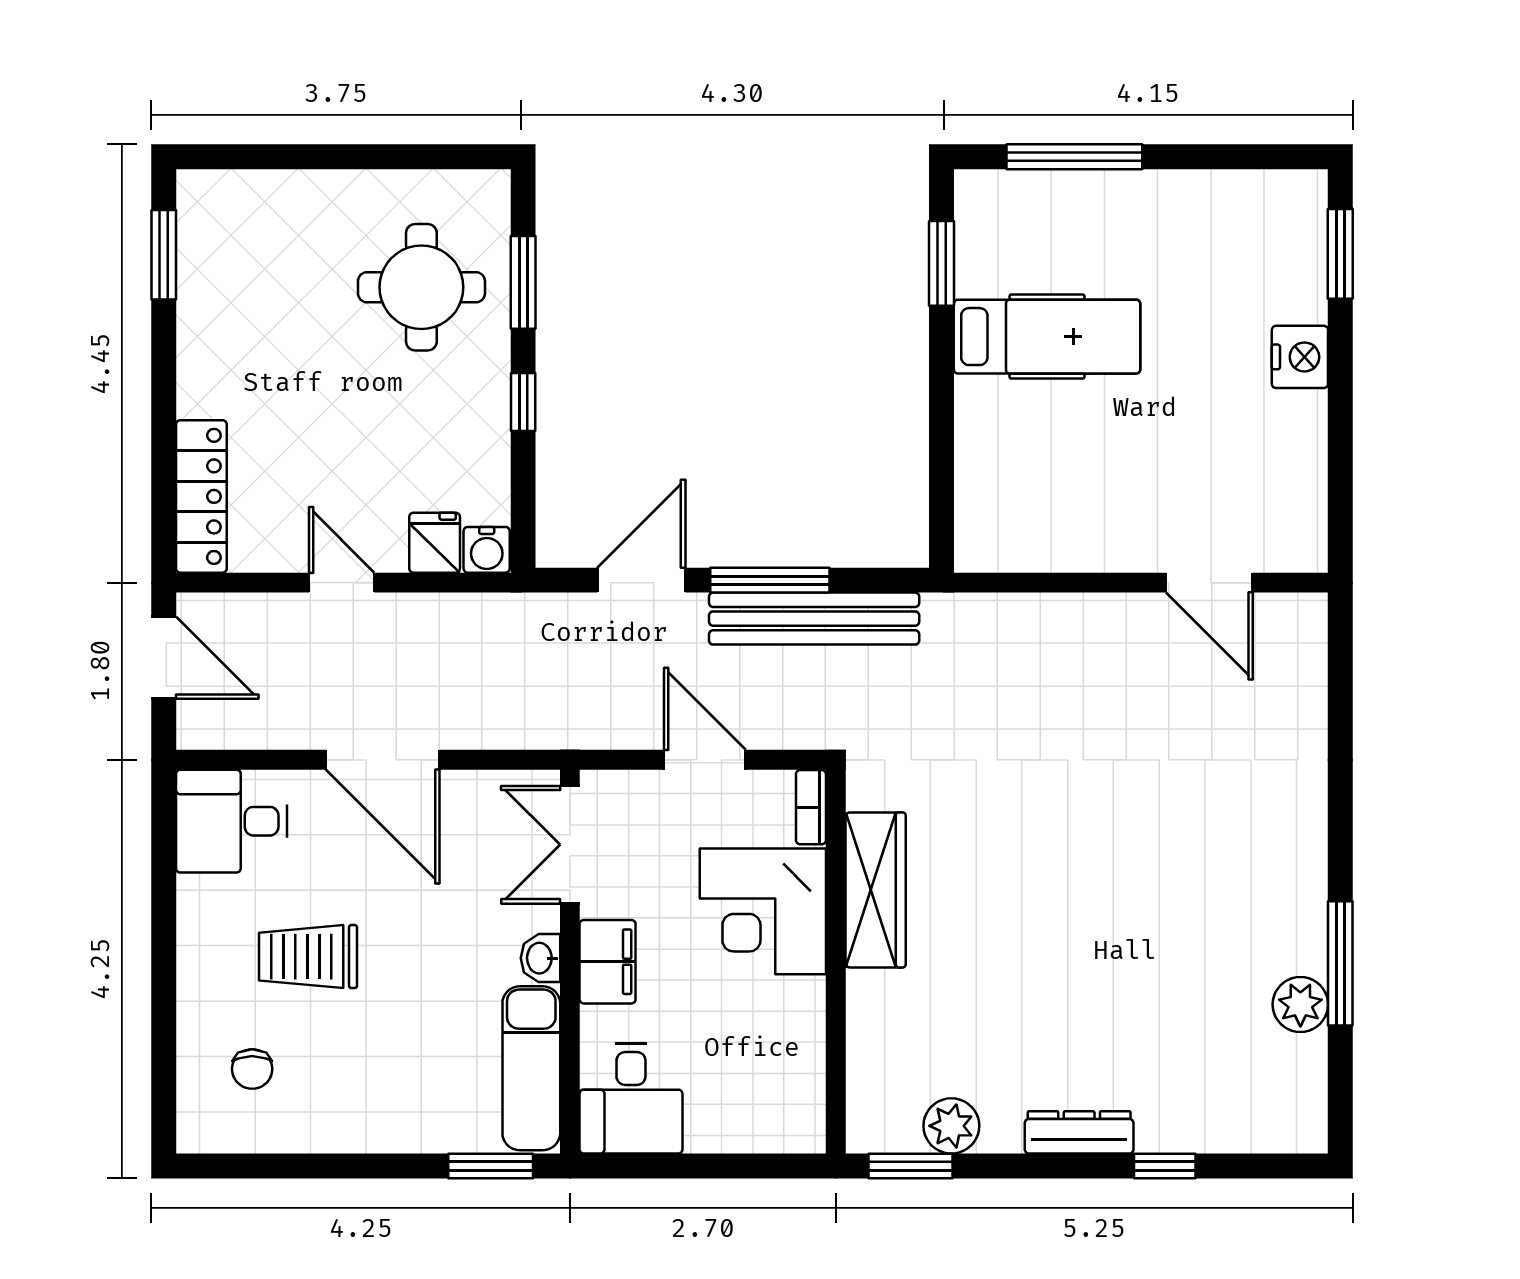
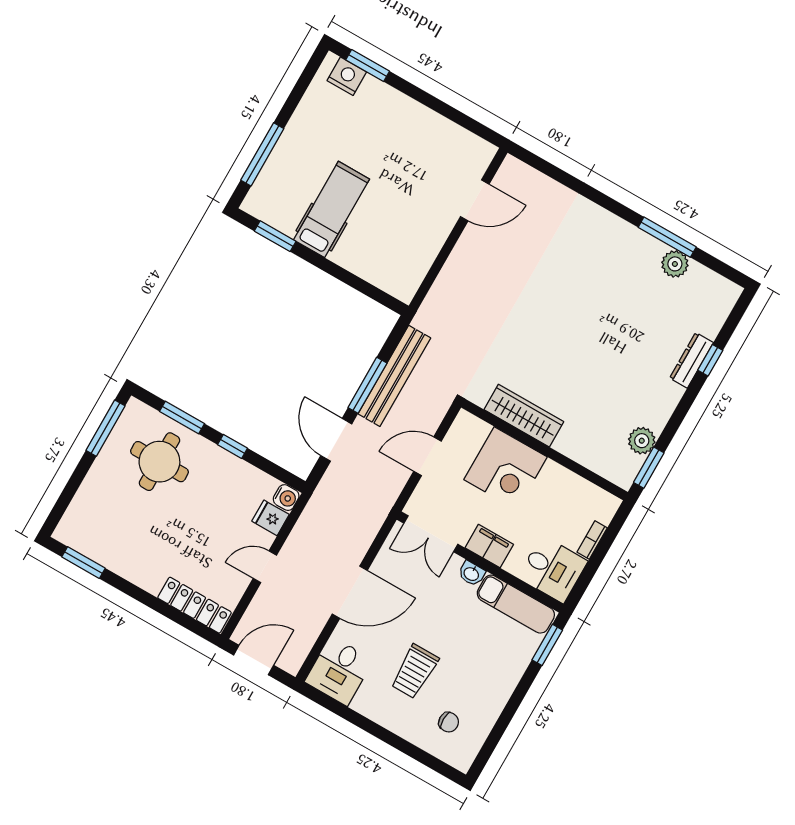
window: (426, 157) -> (106, 428), added
nightstand: (1300, 357) -> (347, 76), moved
bookcase: (811, 807) -> (592, 540), moved, turned 90
dresser: (1079, 1132) -> (691, 360), moved

